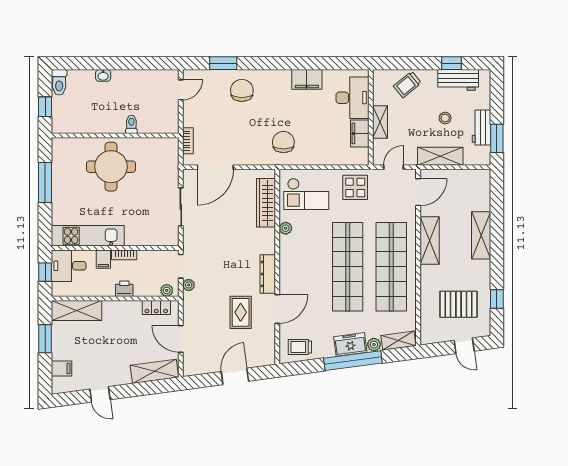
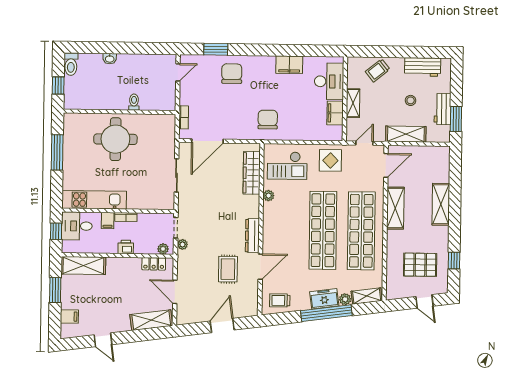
window: (452, 63) -> (417, 52), removed

